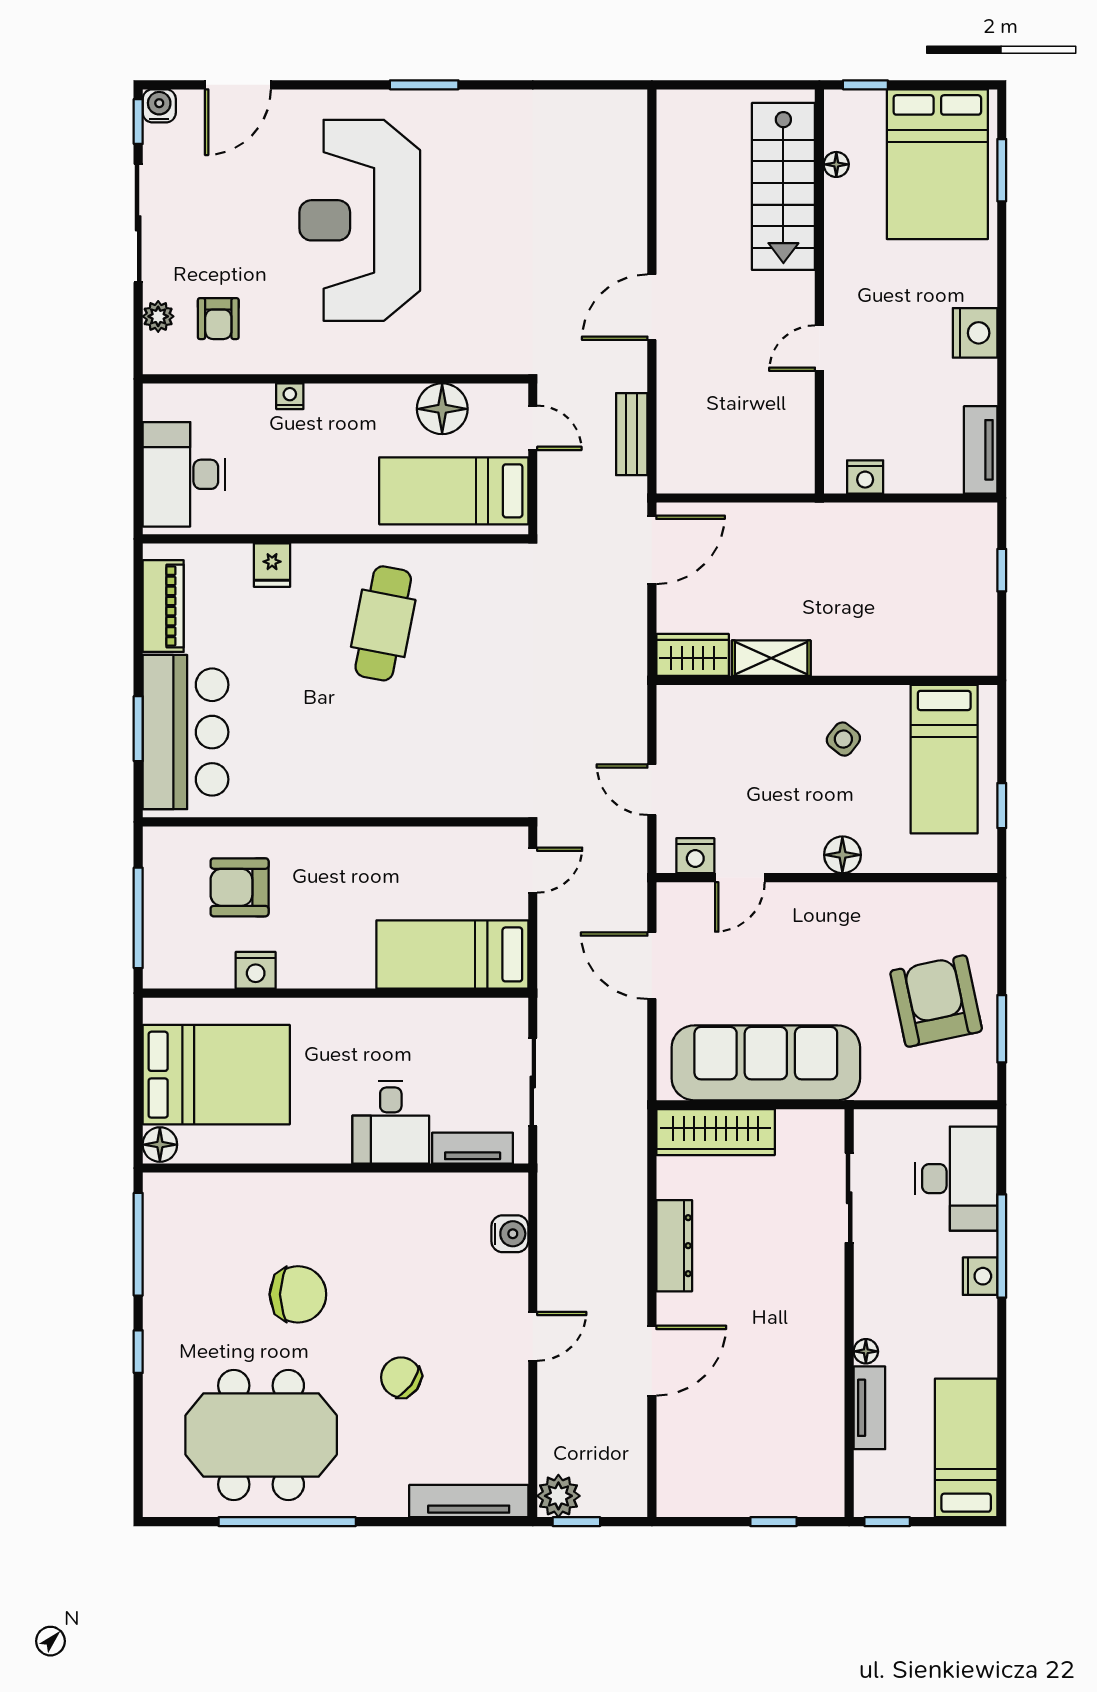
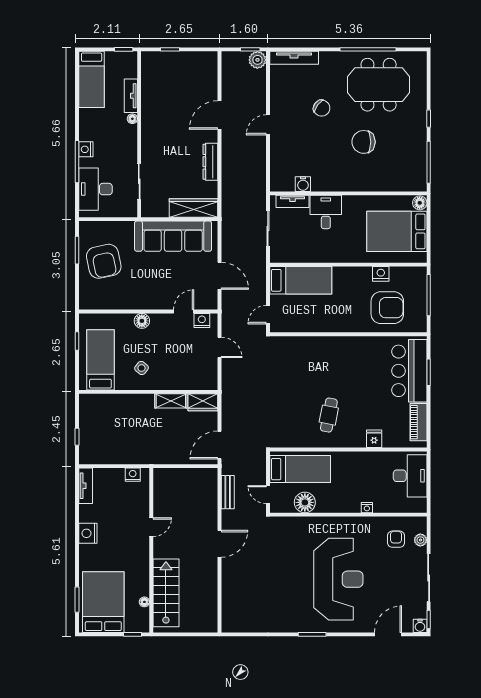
cafe table: (383, 623) -> (329, 415), width x0.73, depth x0.74
armchair: (240, 887) -> (387, 308), width x1.36, depth x1.36
water cooler: (510, 1234) -> (303, 184), moved, turned -90

